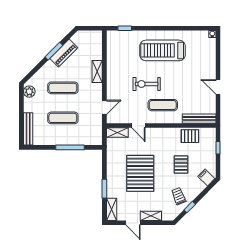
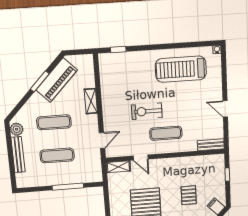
treadmill: (162, 50) -> (181, 69), moved
piano: (64, 53) -> (57, 80), width x1.37, depth x1.33
bench: (199, 119) -> (211, 145), width x0.73
bench: (28, 129) -> (18, 155), moved
pallet: (190, 136) -> (197, 165), removed

